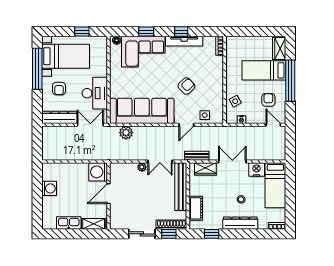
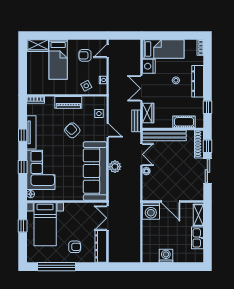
bed with nightstands: (66, 56) -> (45, 224), moved, turned 180
window: (290, 81) -> (68, 35), removed
piano: (217, 82) -> (68, 102), added
desk: (95, 93) -> (79, 214), removed
plant: (126, 133) -> (115, 167), moved

